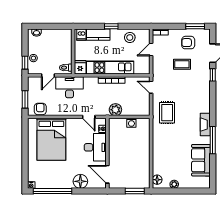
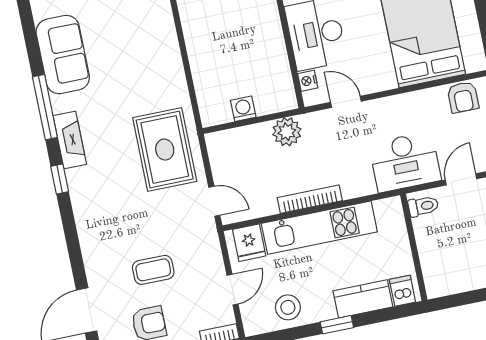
fridge: (80, 67) -> (249, 243), moved
window: (213, 75) -> (60, 179), moved
rug: (167, 113) -> (165, 150), width x1.36, depth x1.43

